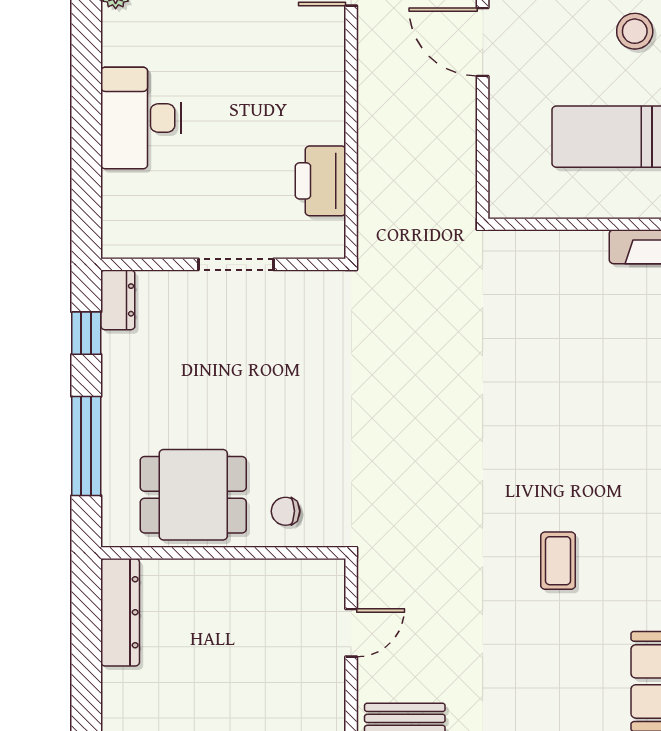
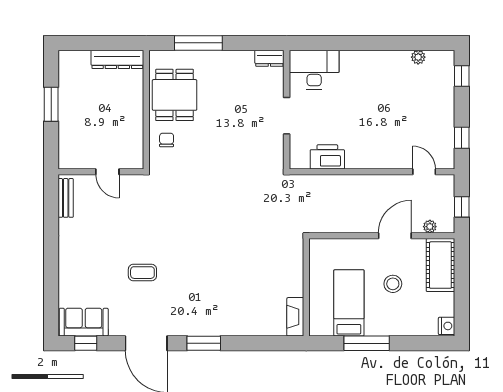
stool: (635, 31) -> (393, 284), moved
desk: (141, 118) -> (314, 70), moved
window: (86, 333) -> (253, 43), removed

